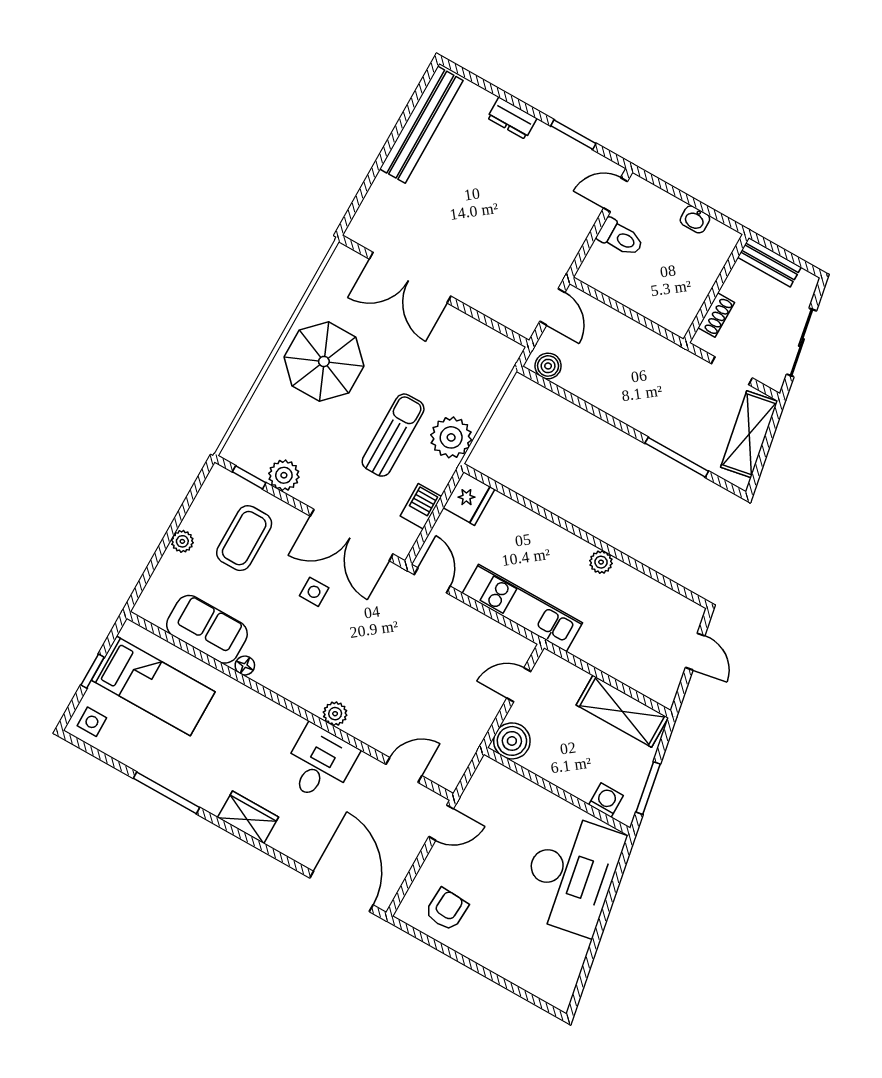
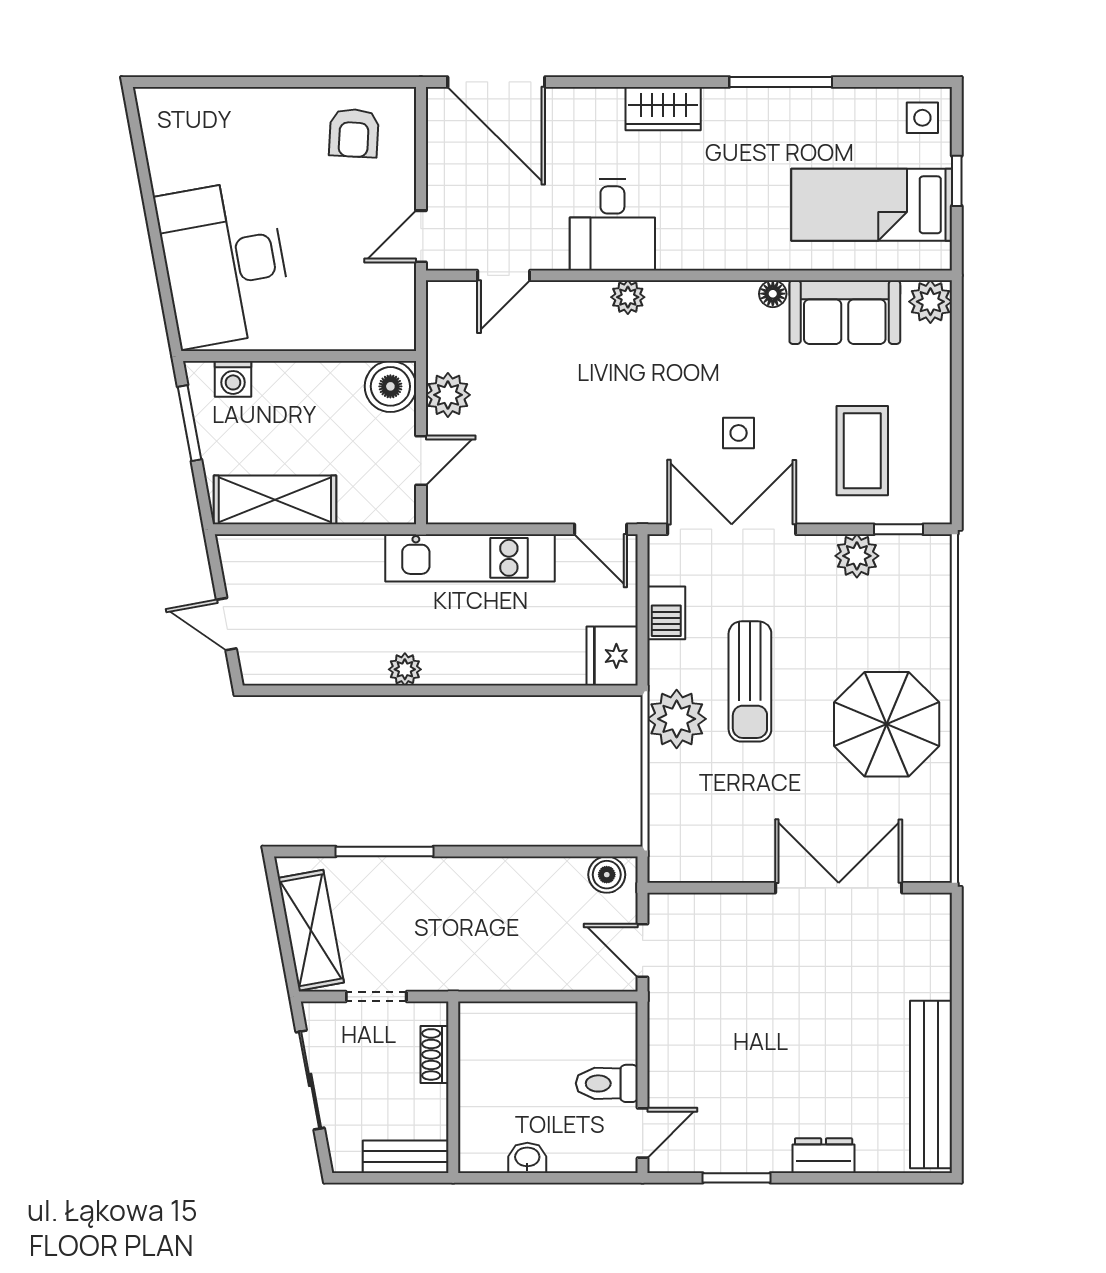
plant: (182, 541) -> (930, 302), moved, width x1.38, depth x1.38
plant: (480, 716) -> (448, 395), added

